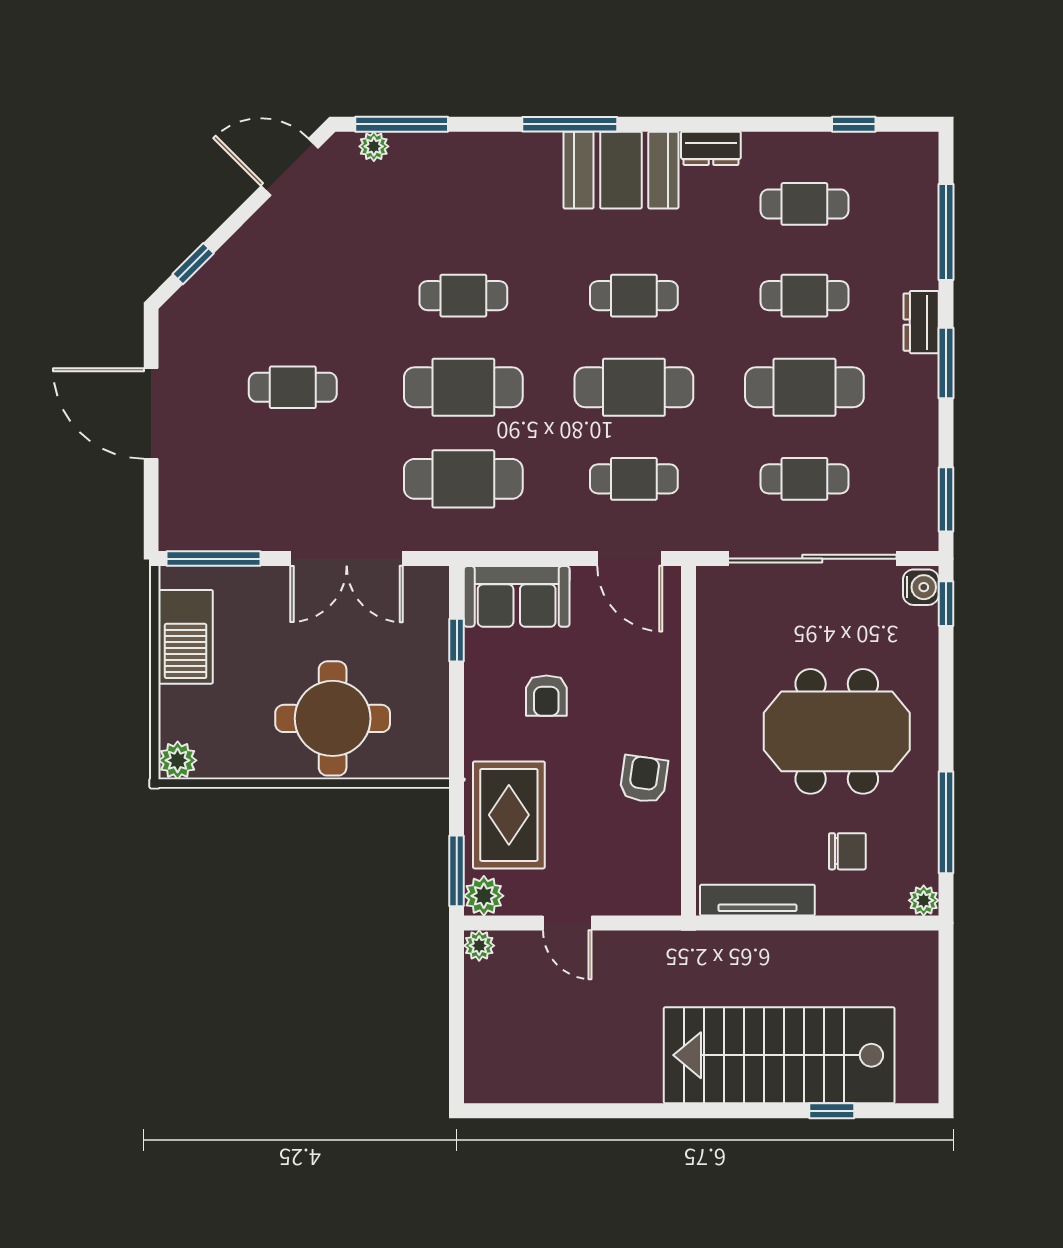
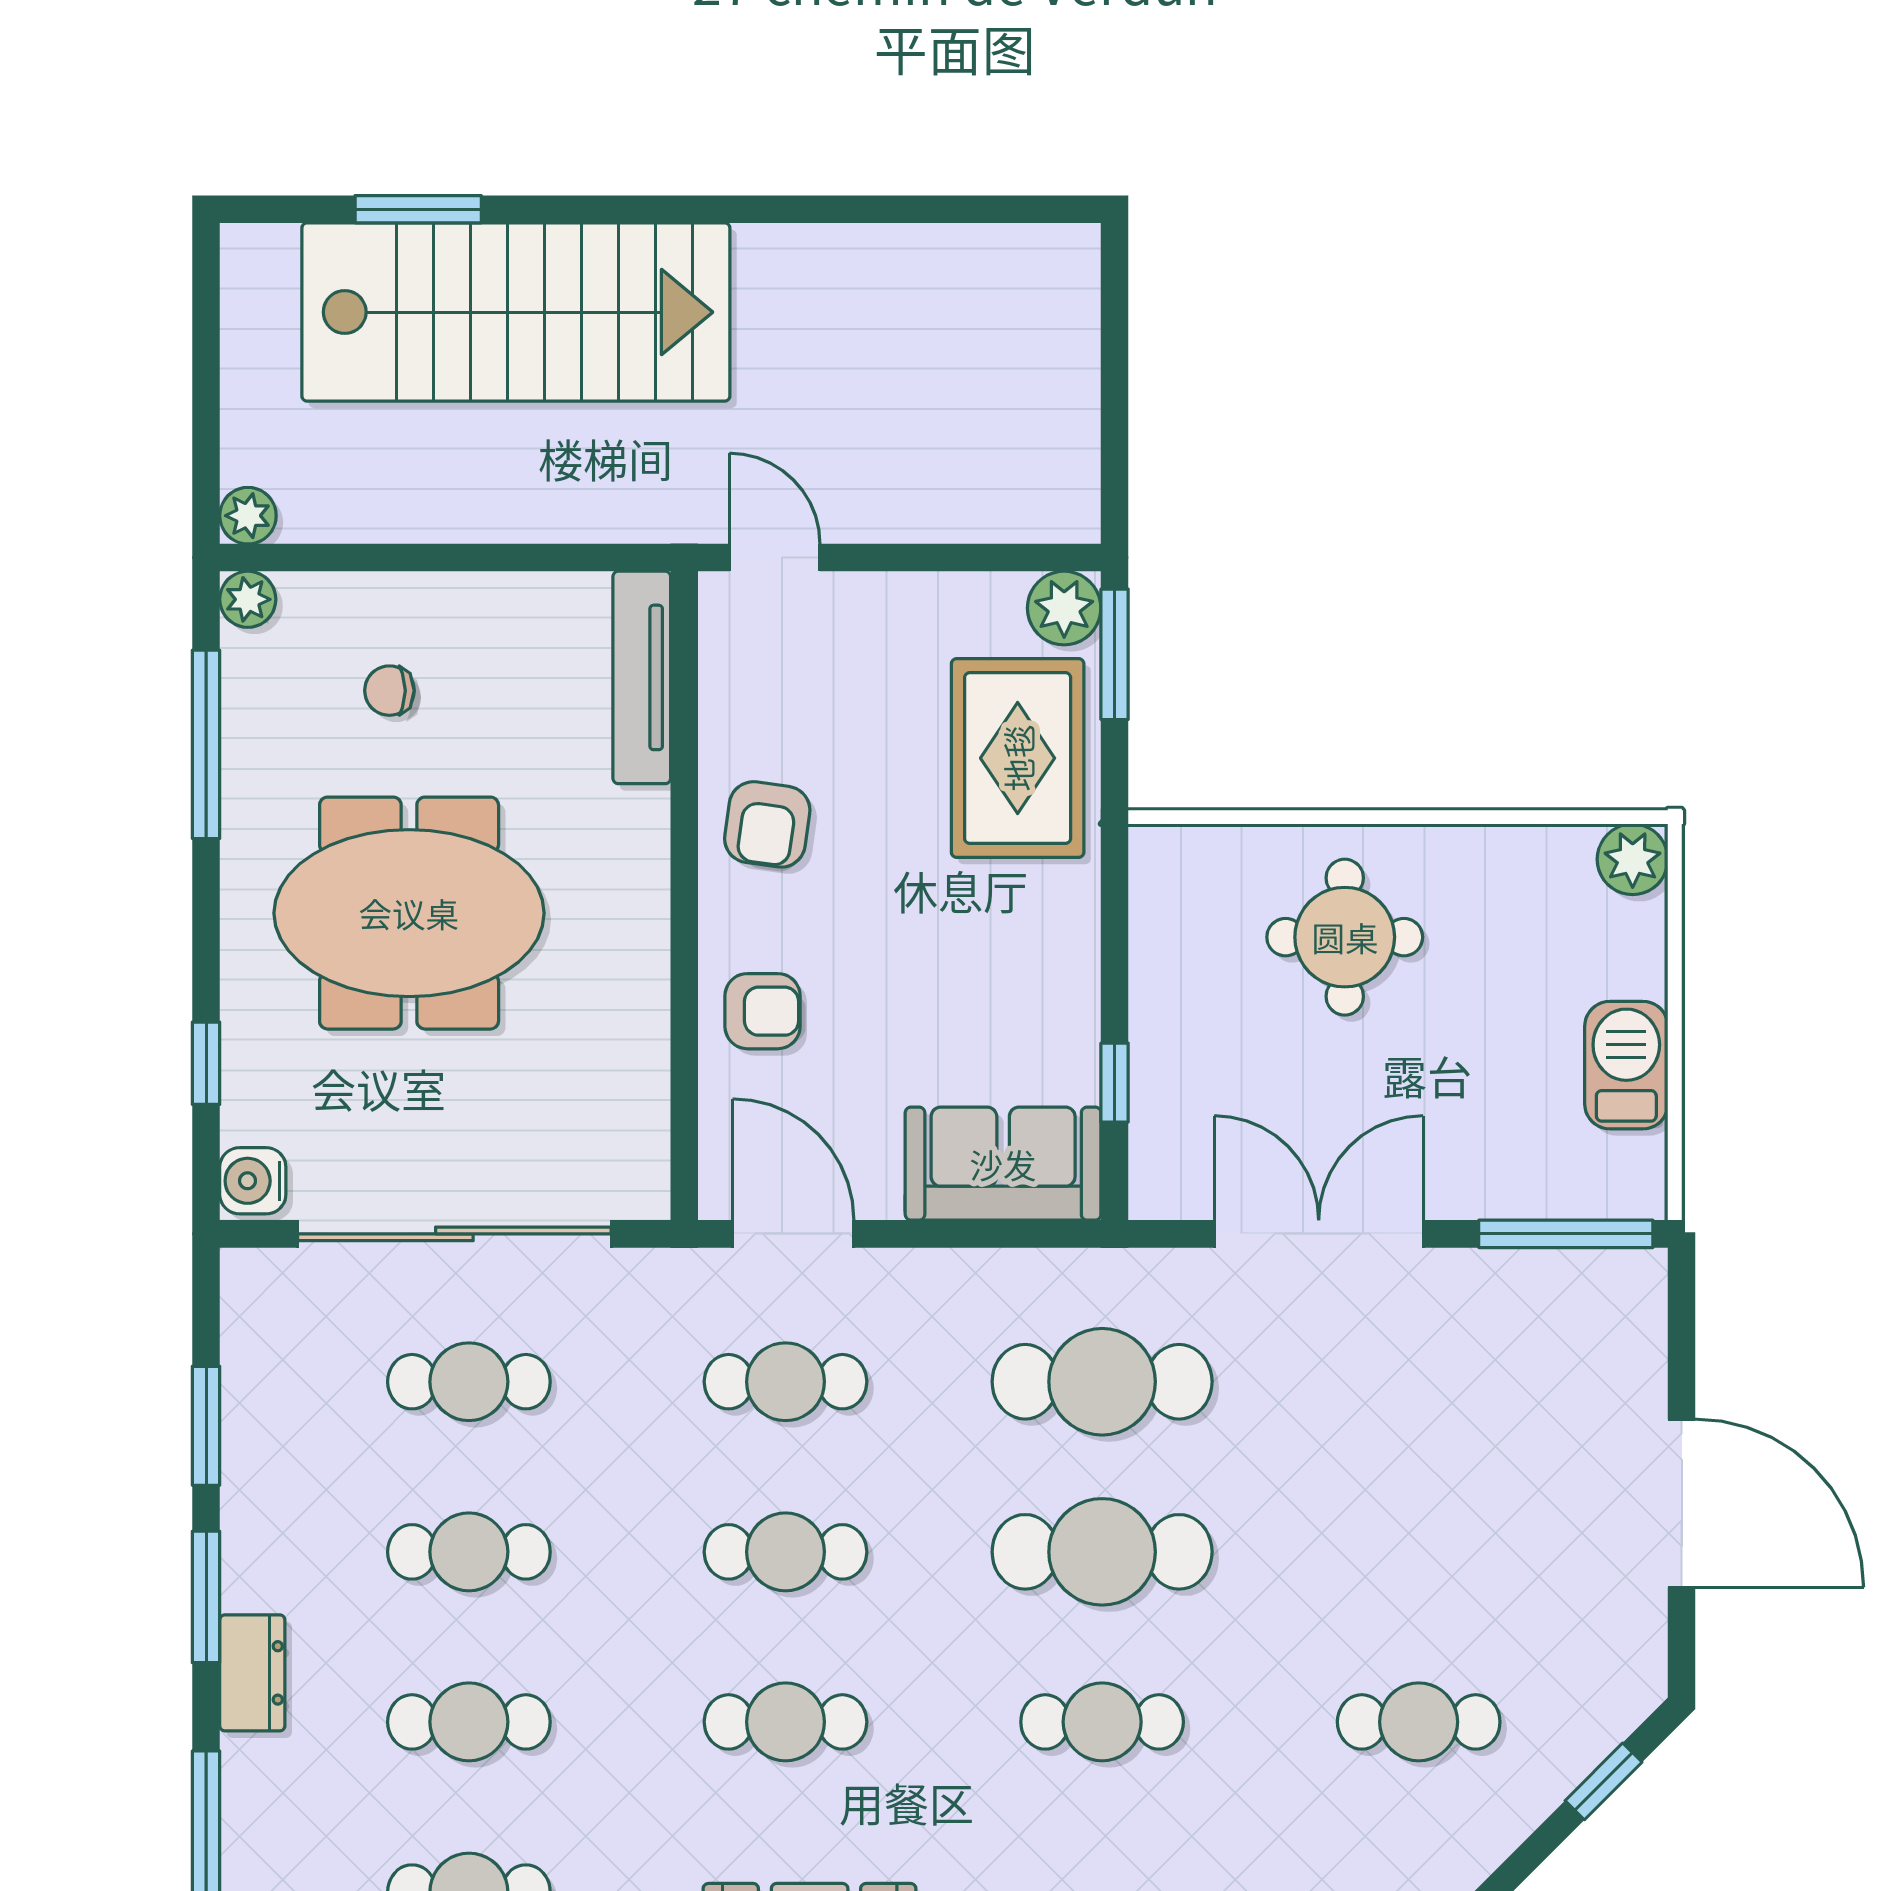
cafe table: (293, 387) -> (1419, 1722), moved
cafe table: (634, 387) -> (786, 1552), width x0.73, depth x0.74
cafe table: (804, 387) -> (469, 1552), width x0.73, depth x0.74
window: (946, 499) -> (206, 1426), moved
window: (946, 604) -> (206, 1063), moved
barbecue: (186, 637) -> (1626, 1065), width x0.73, depth x0.83
armchair: (546, 696) -> (763, 1011), moved, turned 90
round table: (333, 718) -> (1345, 937), width x0.73, depth x0.73
chair: (847, 851) -> (389, 691), width x0.73, depth x0.73
tv unit: (757, 900) -> (642, 677), moved, turned 90
door: (567, 923) -> (775, 558), moved
plant: (479, 946) -> (248, 516), moved
window: (832, 1111) -> (418, 209), width x1.50

